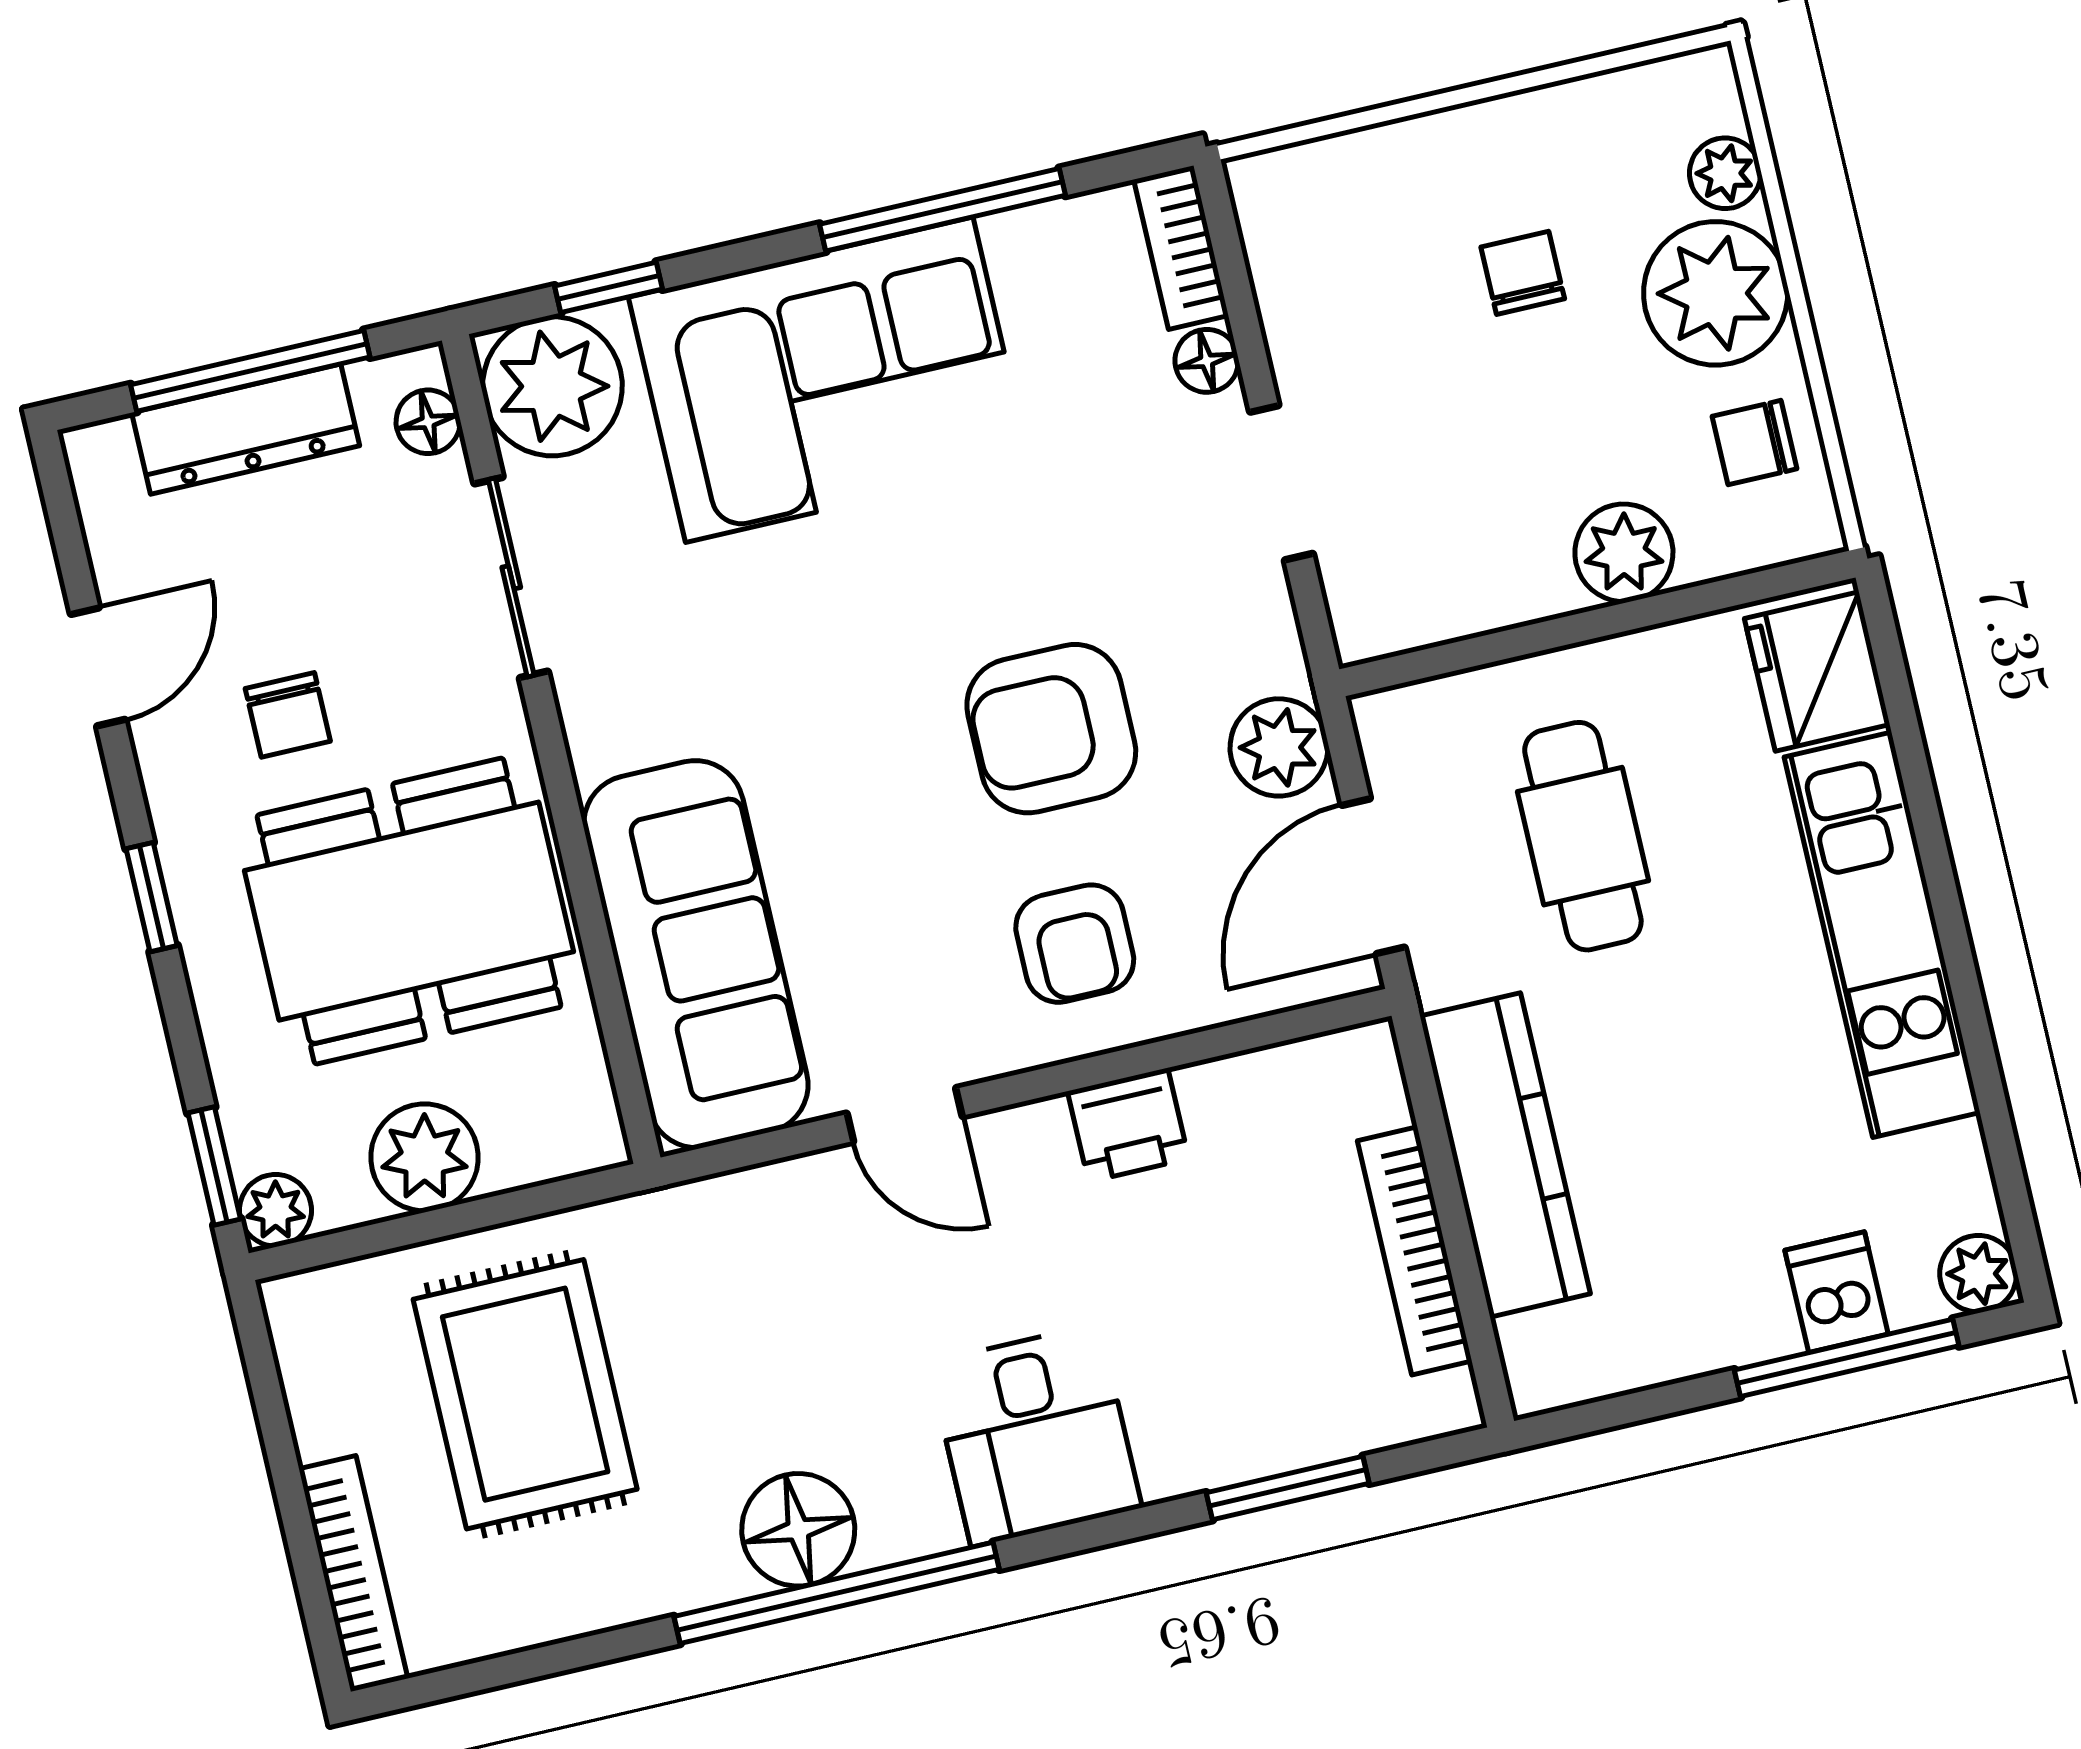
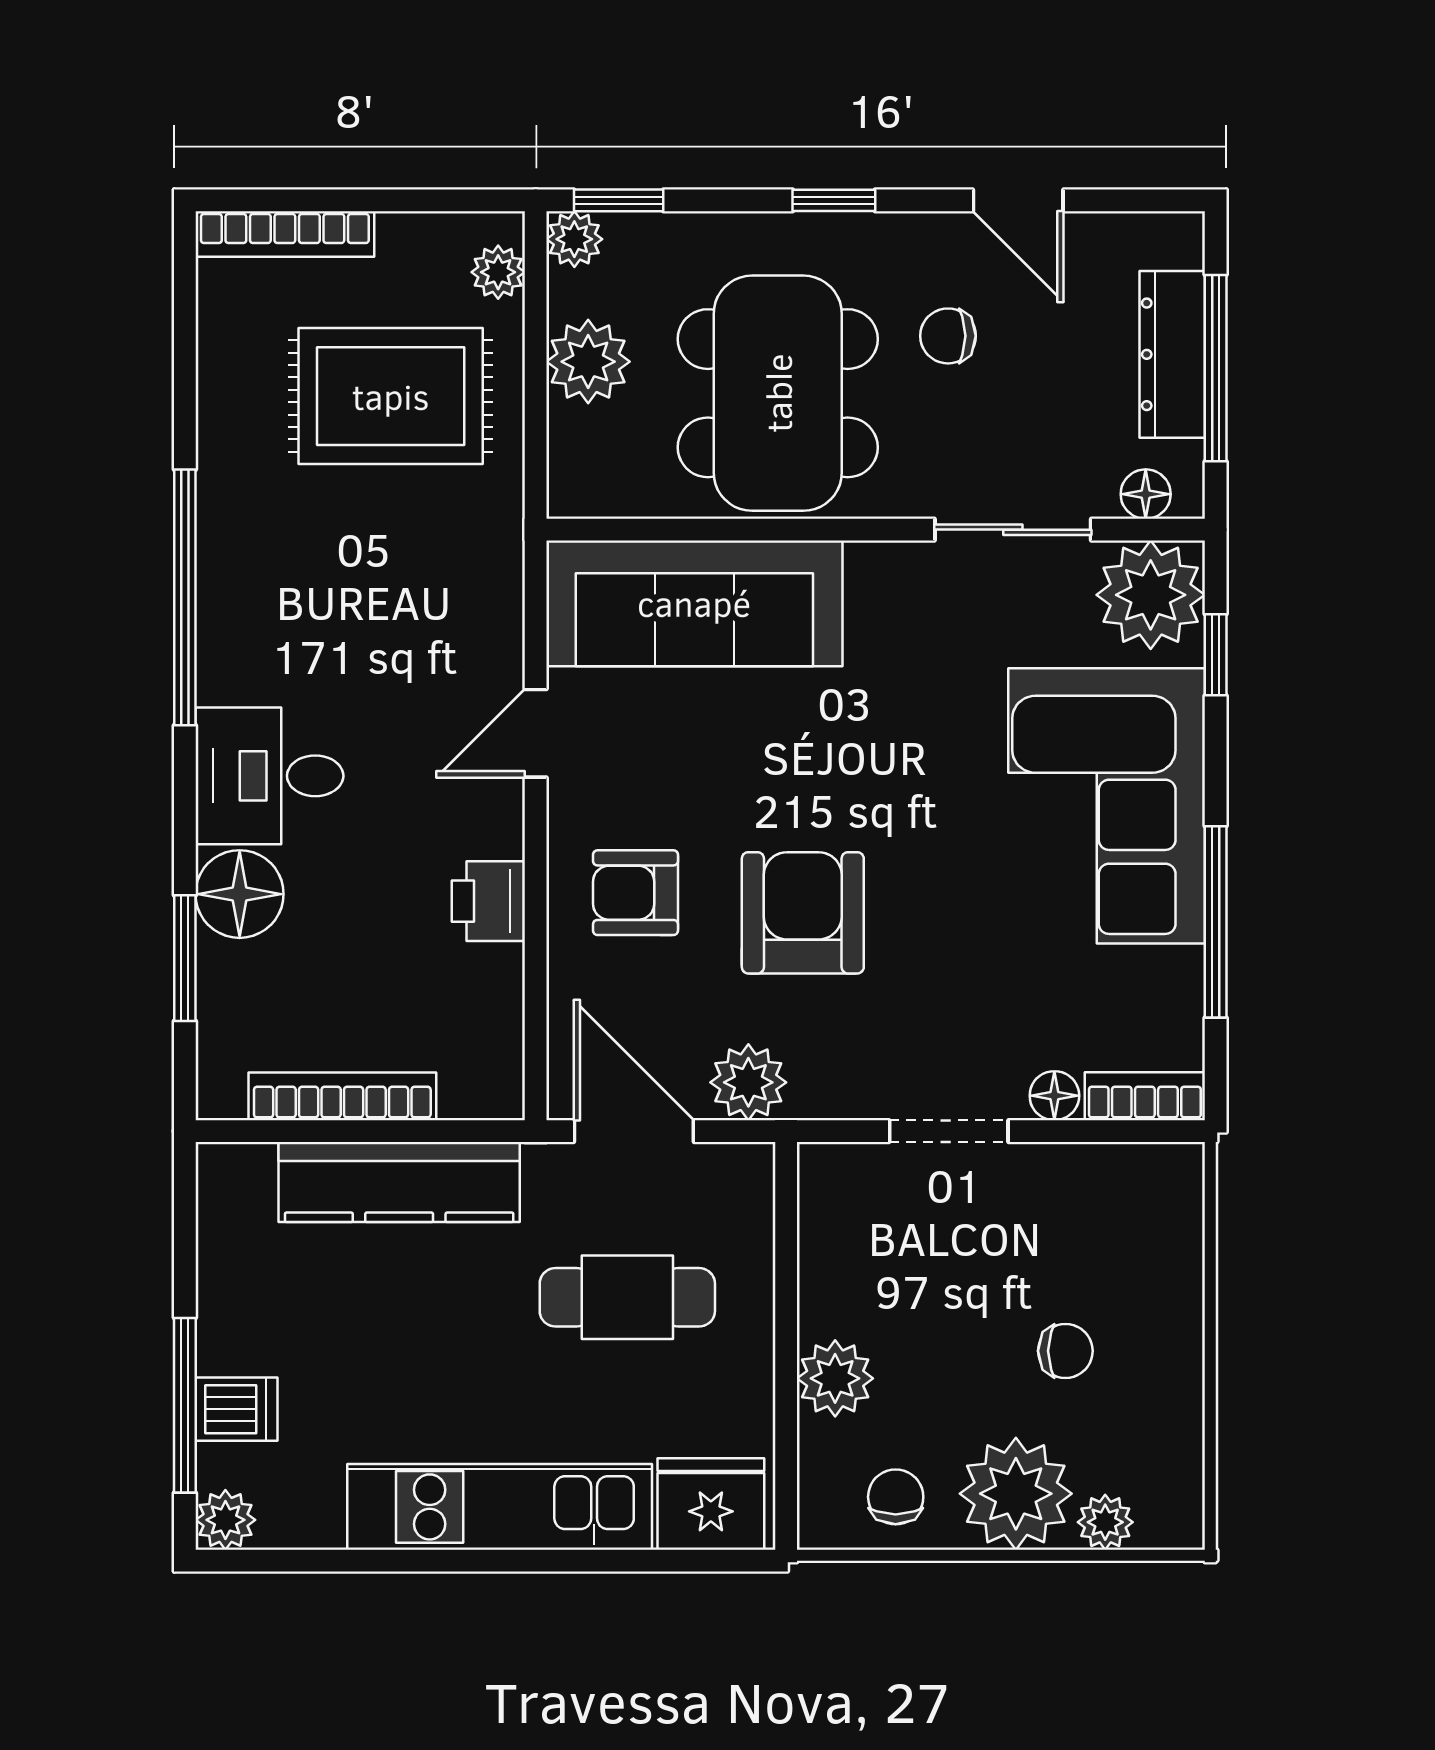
plant: (339, 1296) -> (498, 272), added
floor lamp: (798, 1530) -> (240, 894), moved

